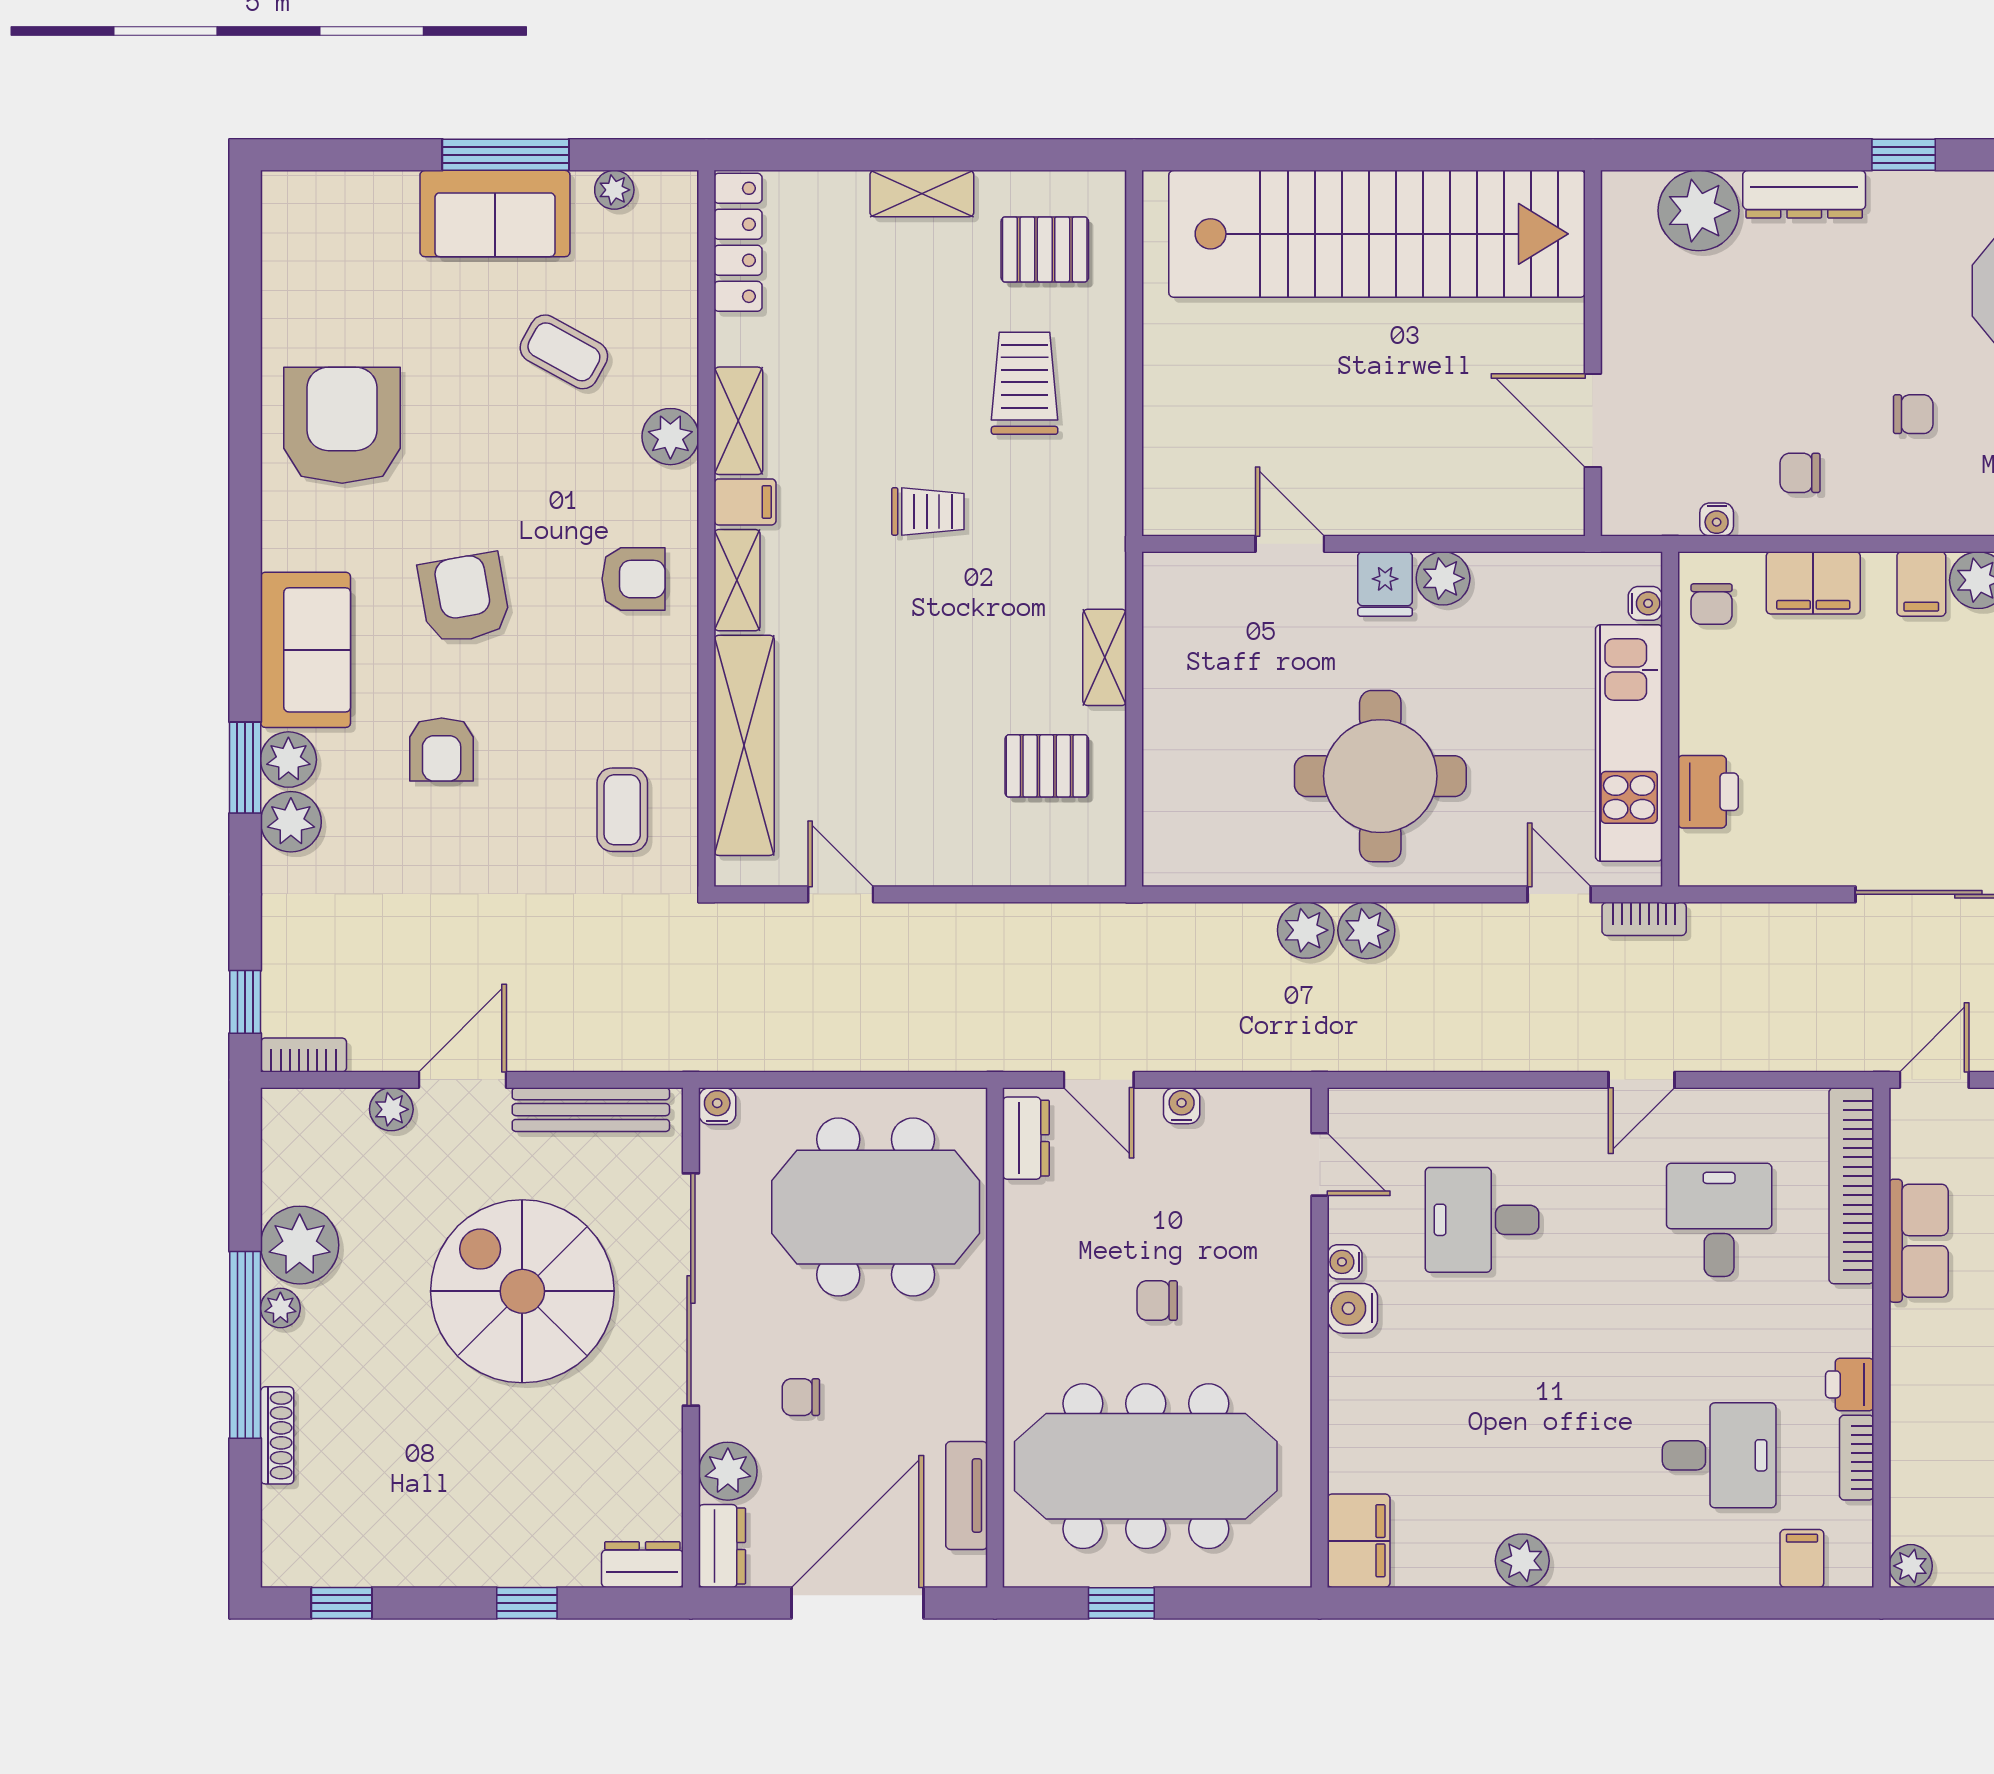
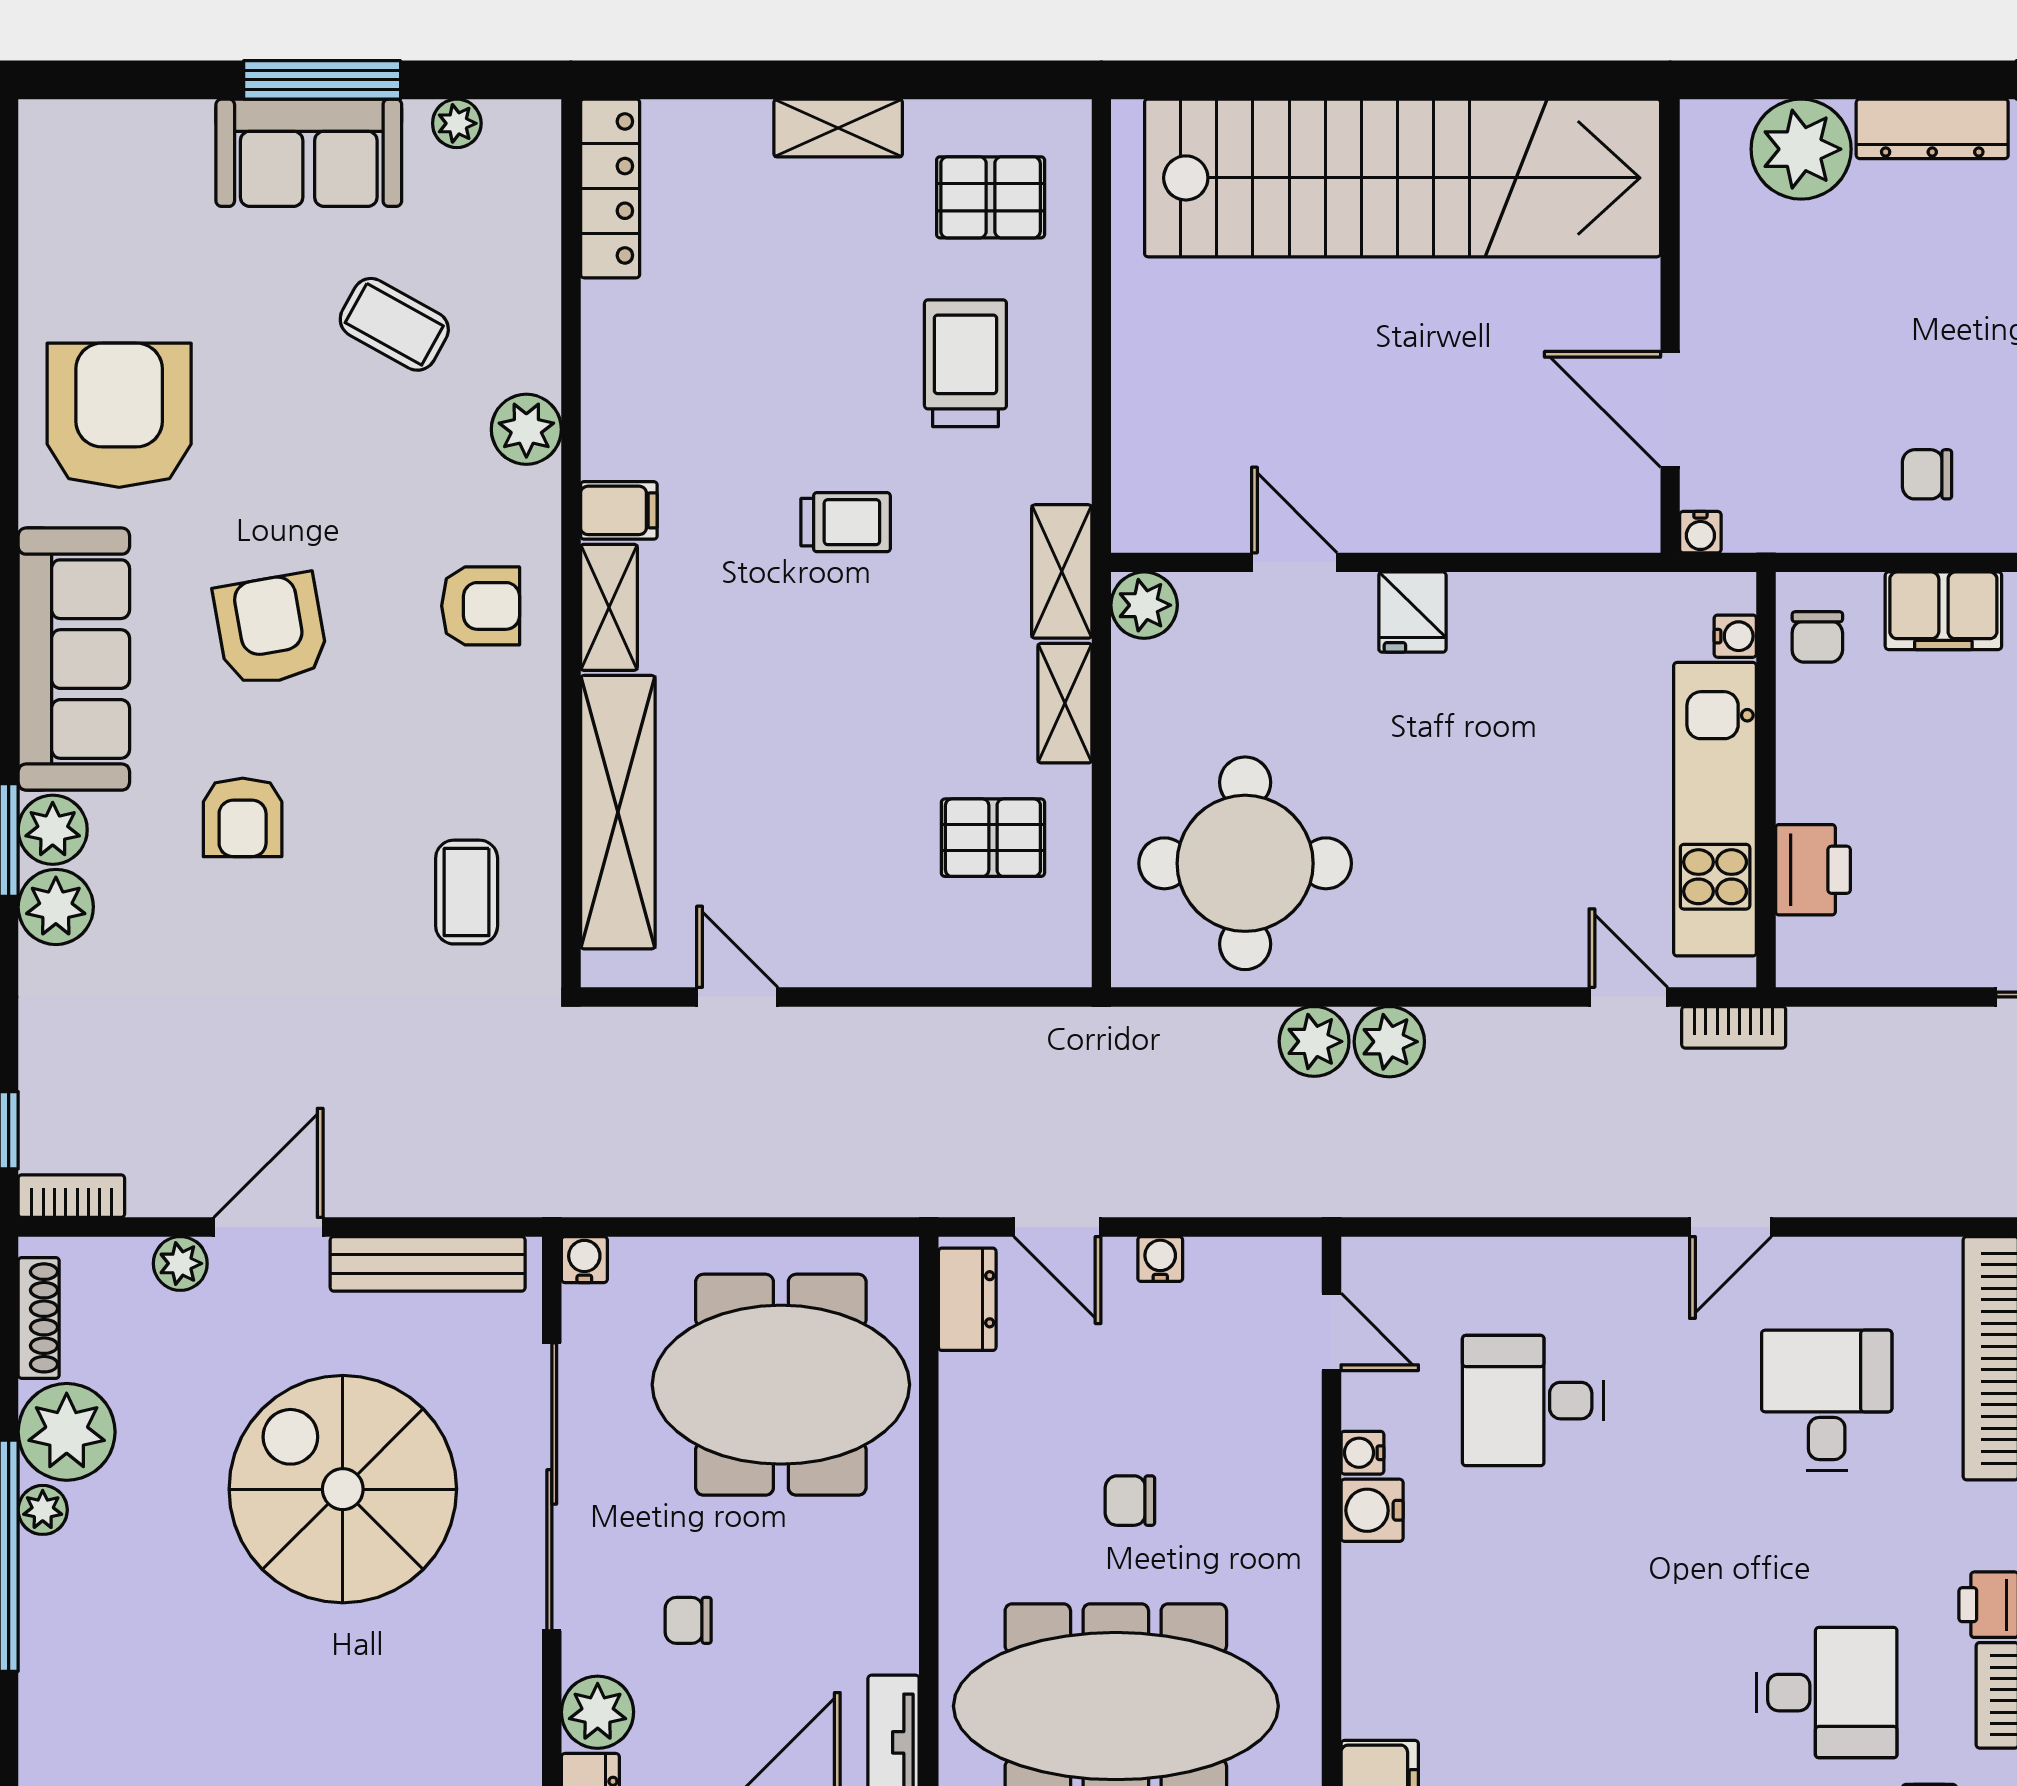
shelving: (738, 421) -> (1062, 571), moved
water cooler: (1717, 519) -> (1700, 532), moved
plant: (1443, 578) -> (1144, 605), moved
sofa: (306, 650) -> (74, 659), width x1.36
round table: (1380, 776) -> (1245, 863), moved
shoe rack: (277, 1435) -> (39, 1318), moved

